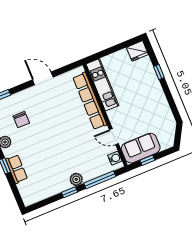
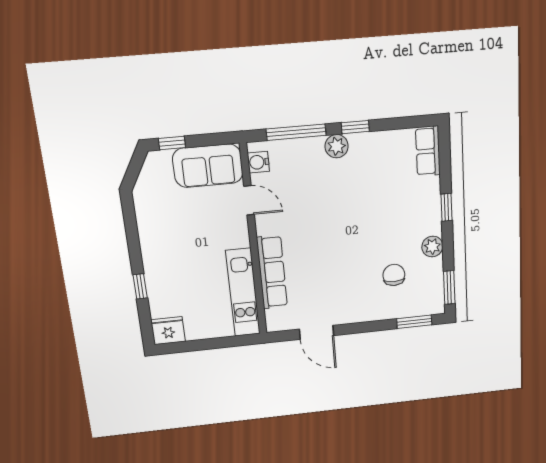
door: (43, 78) -> (317, 332), moved
row of seats: (90, 101) -> (272, 272), width x0.73
window: (147, 160) -> (172, 143), moved
row of seats: (17, 169) -> (428, 151), moved

